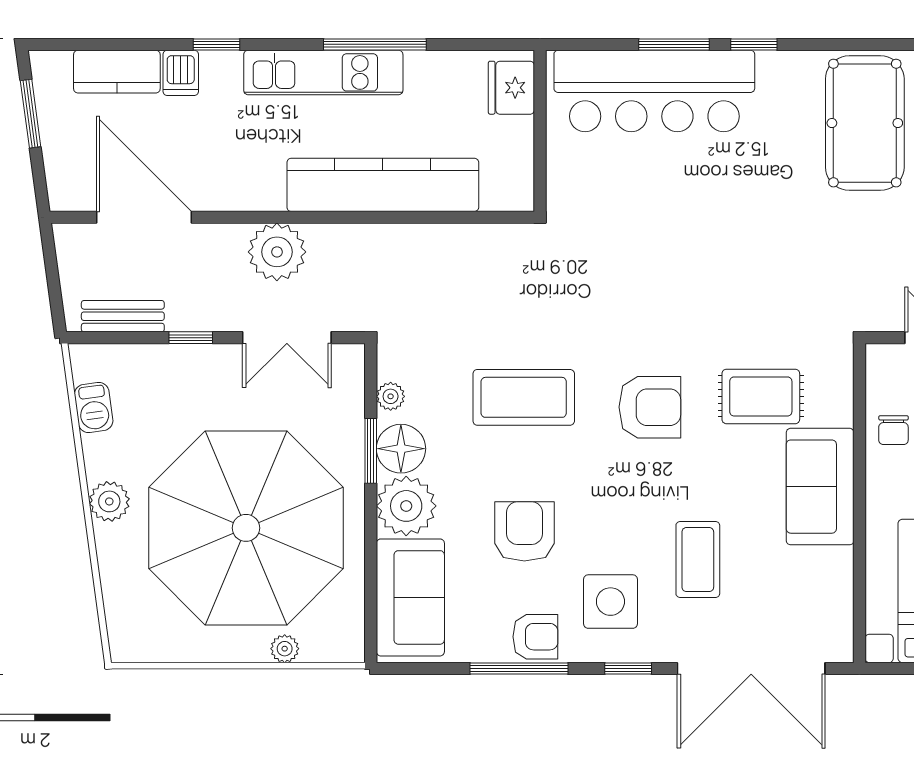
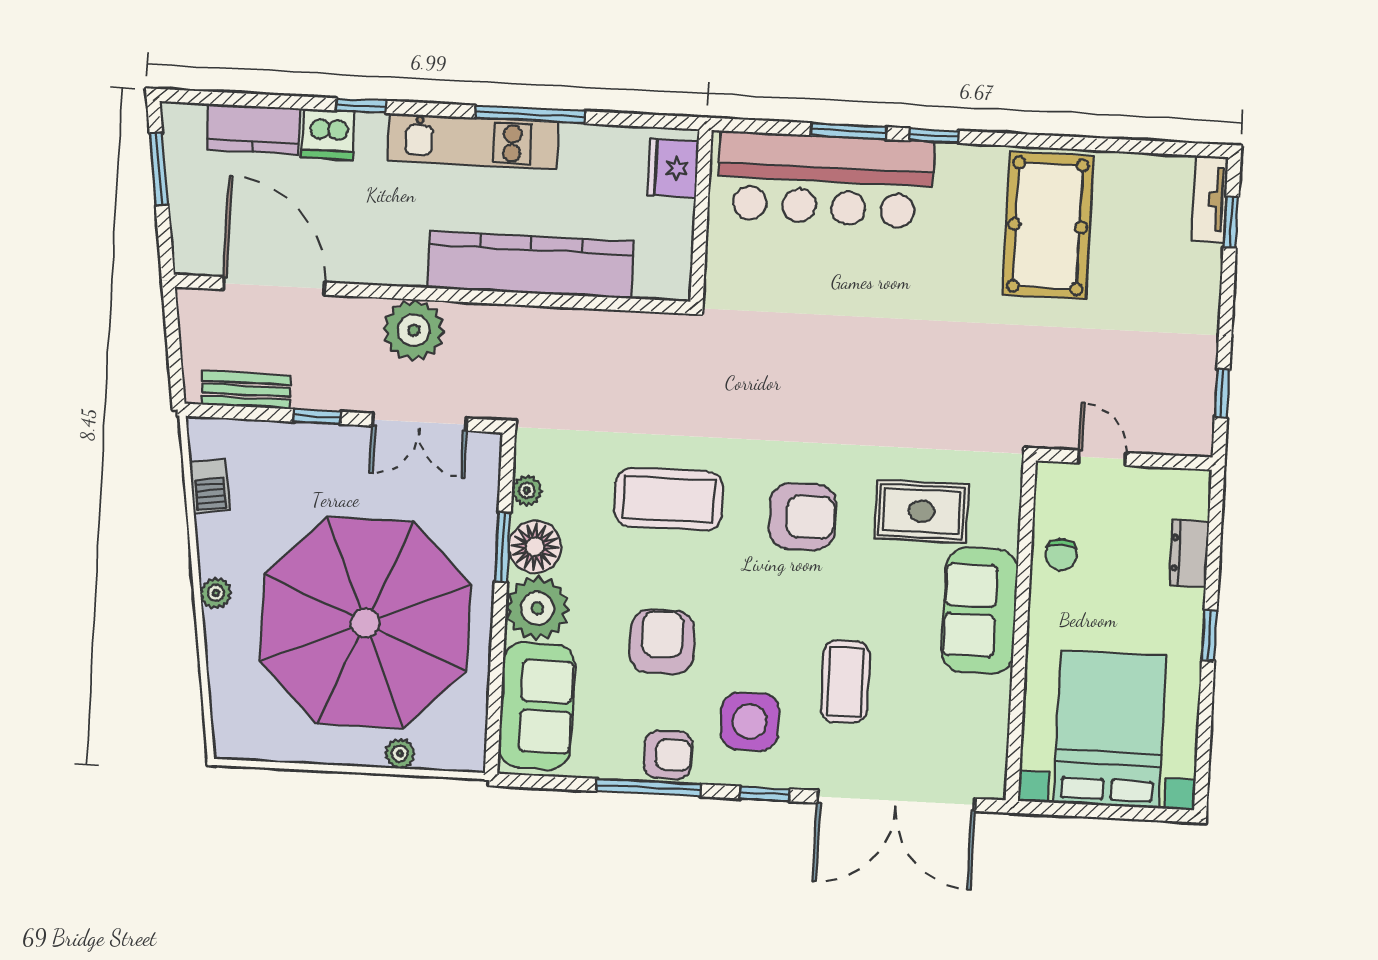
dishwasher: (181, 73) -> (328, 134), width x1.38
plant: (109, 501) -> (216, 593), width x0.73, depth x0.73

